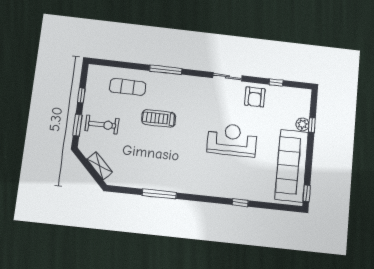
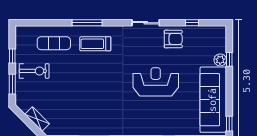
armchair: (255, 97) -> (173, 39), turned -90
treadmill: (159, 118) -> (95, 44), moved
exercise bike: (102, 125) -> (34, 71), moved

